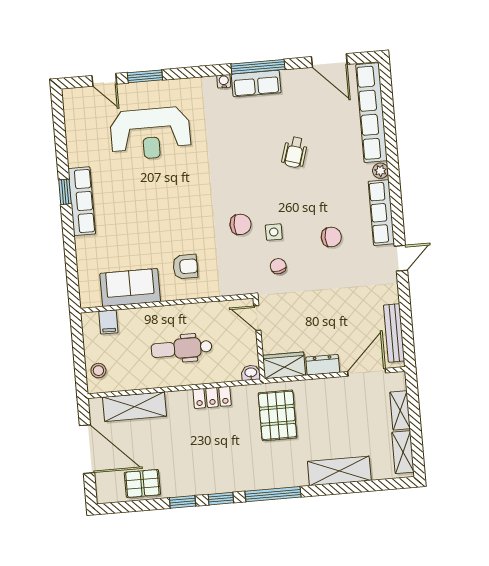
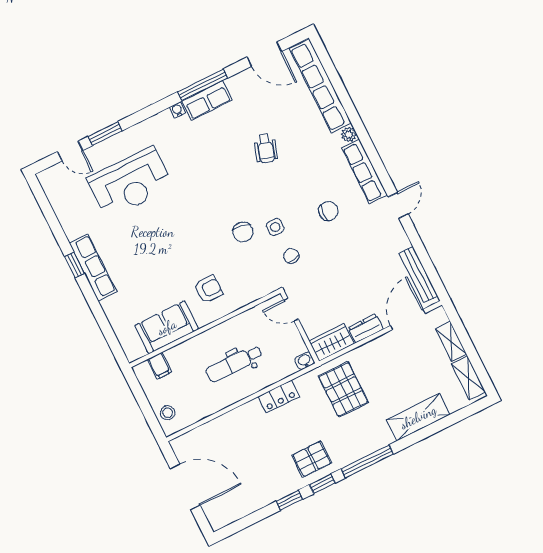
chair: (240, 224) -> (243, 232), turned 100
shelving: (135, 407) -> (213, 432), removed
pallet: (142, 483) -> (312, 459), moved

